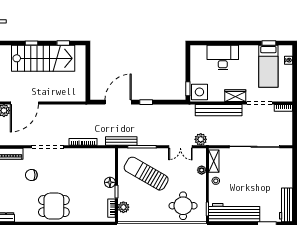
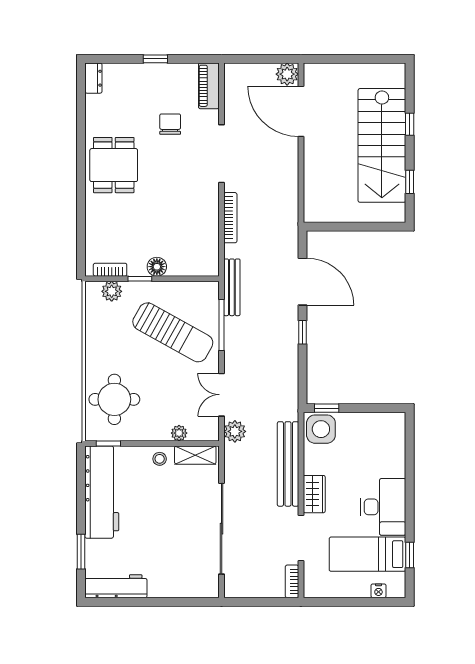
desk: (223, 58) -> (383, 507), moved
sun lounger: (146, 174) -> (173, 332), turned 89

